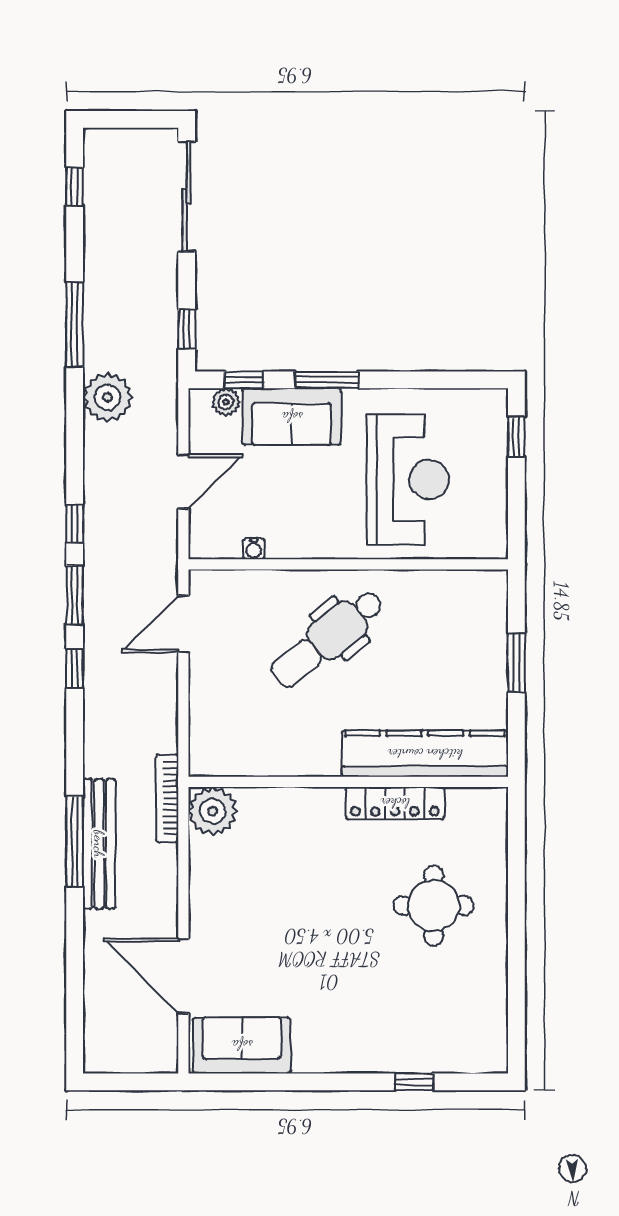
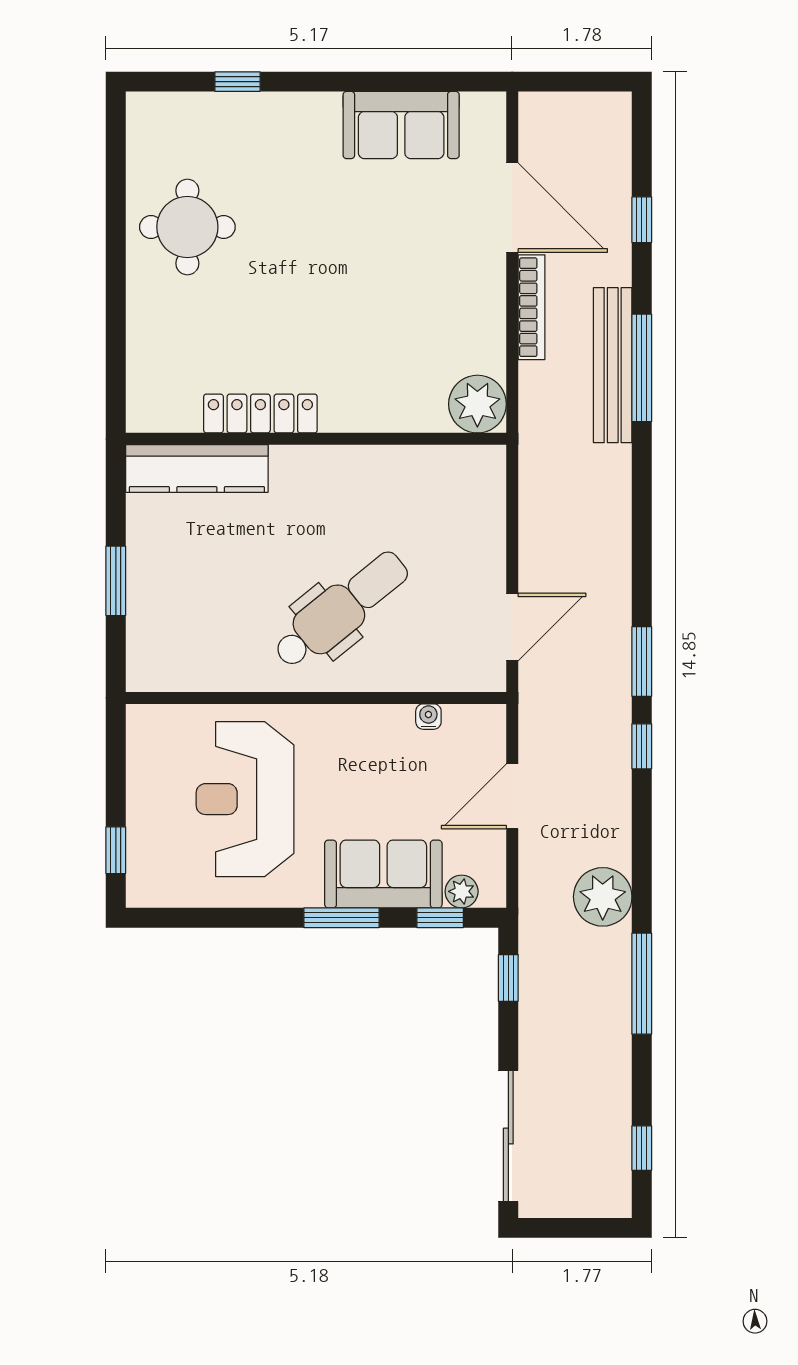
window: (75, 669) -> (642, 220), moved
kitchen counter: (425, 754) -> (197, 468), width x0.72, depth x0.86
bookcase: (167, 798) -> (532, 307), moved
round table: (434, 906) -> (187, 227), moved
sofa: (242, 1045) -> (401, 125), moved

